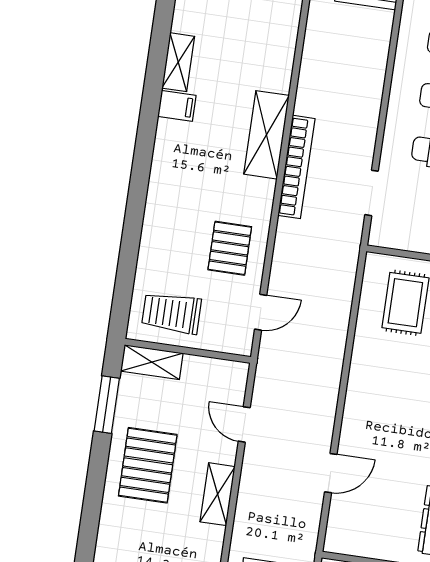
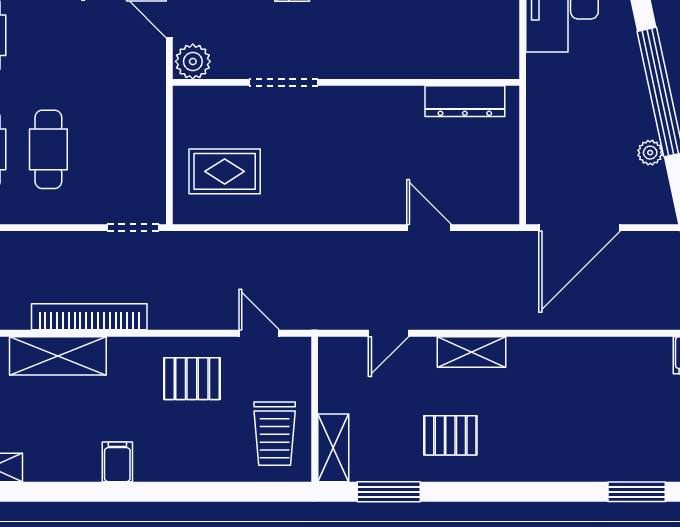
filing cabinet: (177, 106) -> (117, 462), moved
doorway: (372, 193) -> (133, 228), moved
pallet: (148, 465) -> (450, 435), width x0.67, depth x0.71

